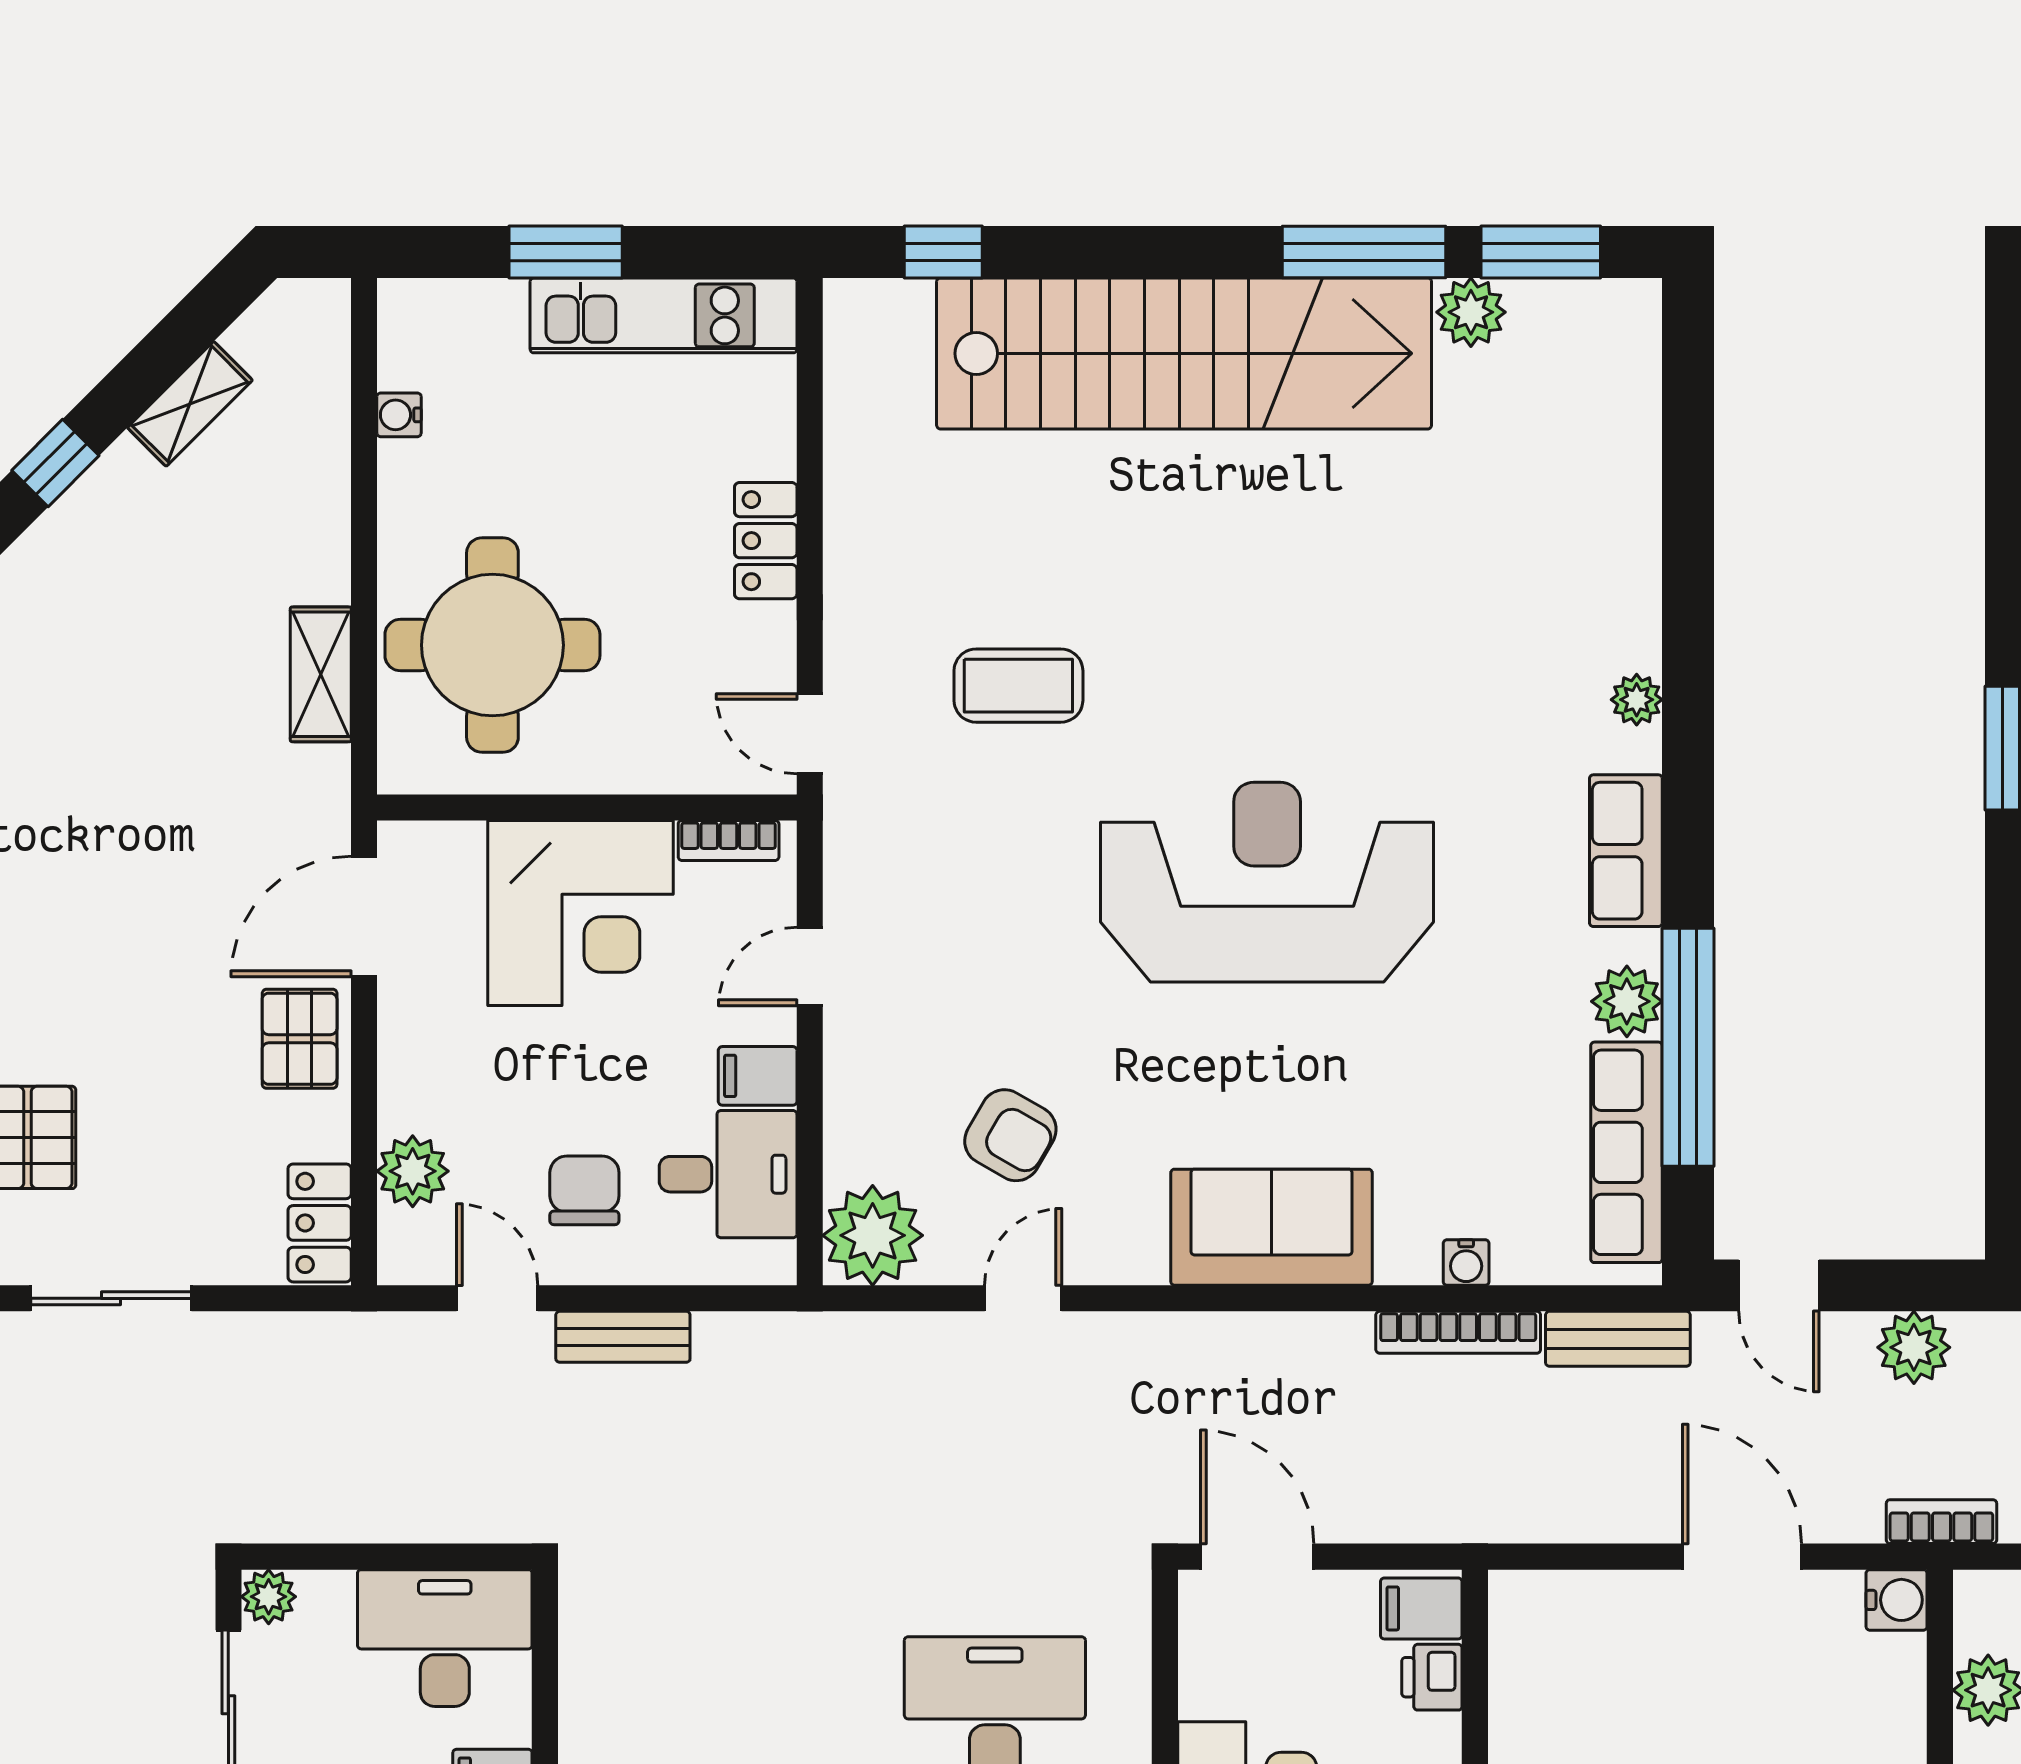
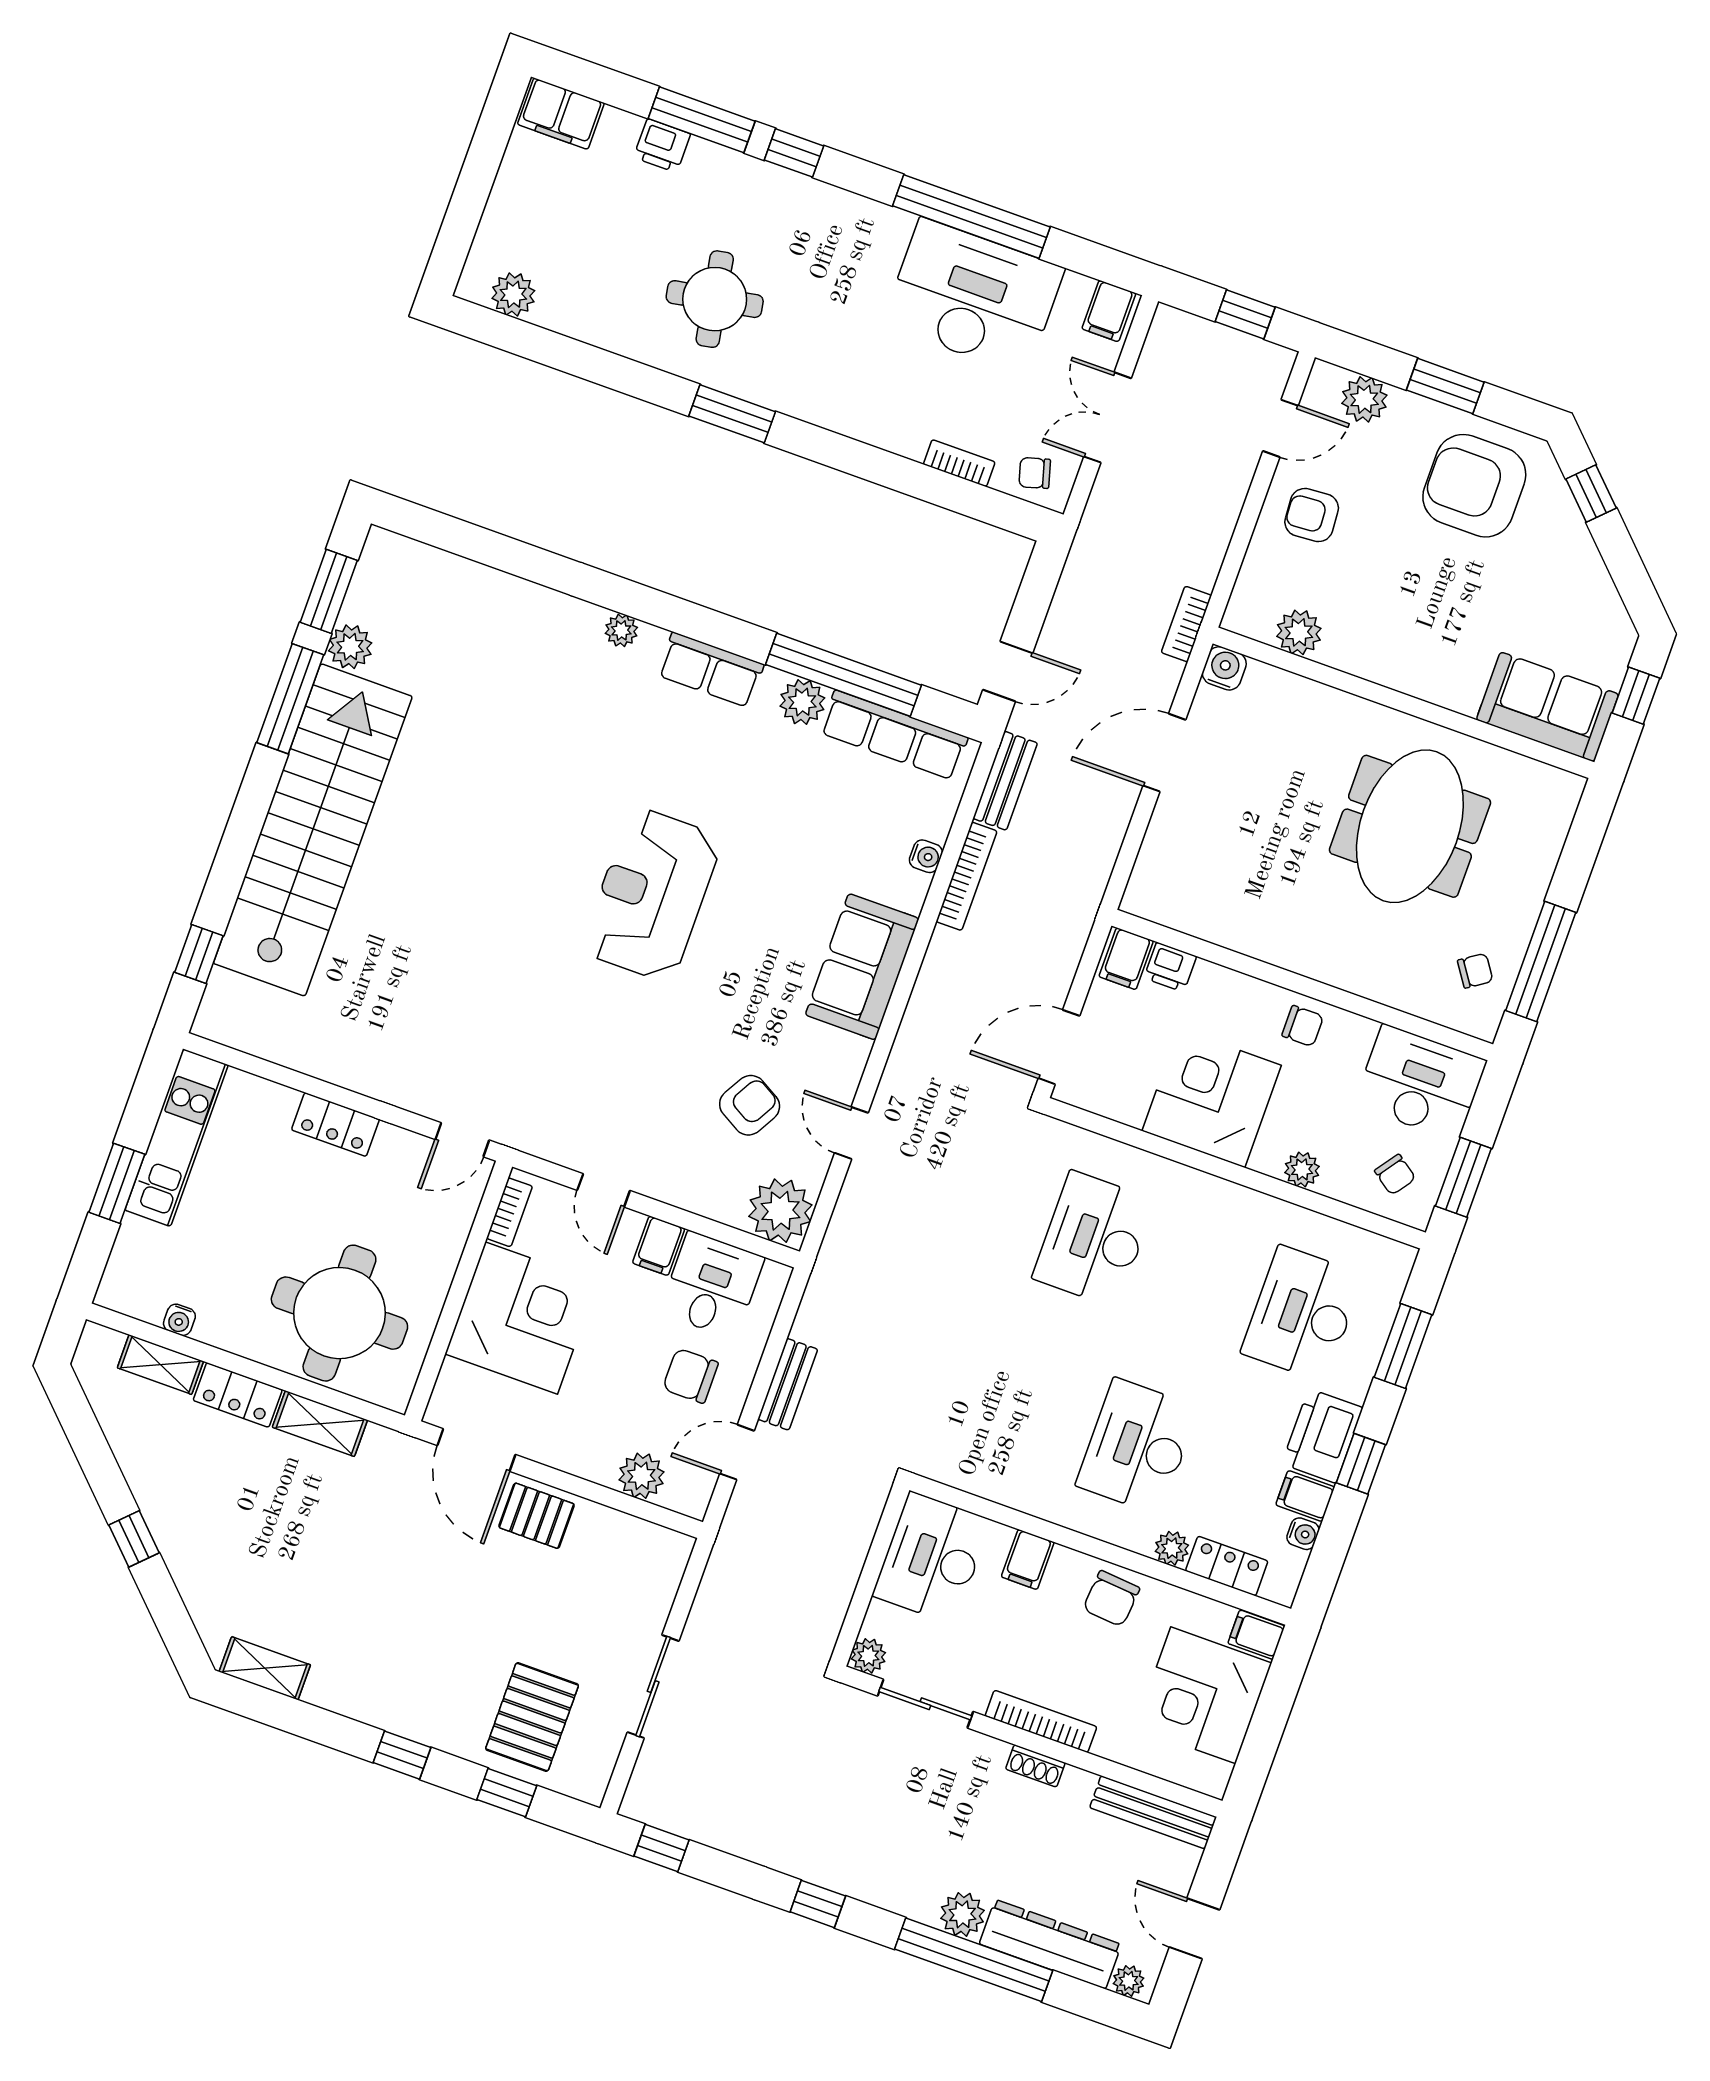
shelving: (190, 404) -> (160, 1365), moved, turned -45
coffee table: (1018, 686) -> (478, 1003), removed
reception desk: (1267, 882) -> (652, 894), width x0.74, depth x0.77
locker: (320, 1223) -> (238, 1395), moved
plant: (1914, 1347) -> (1075, 603), removed

